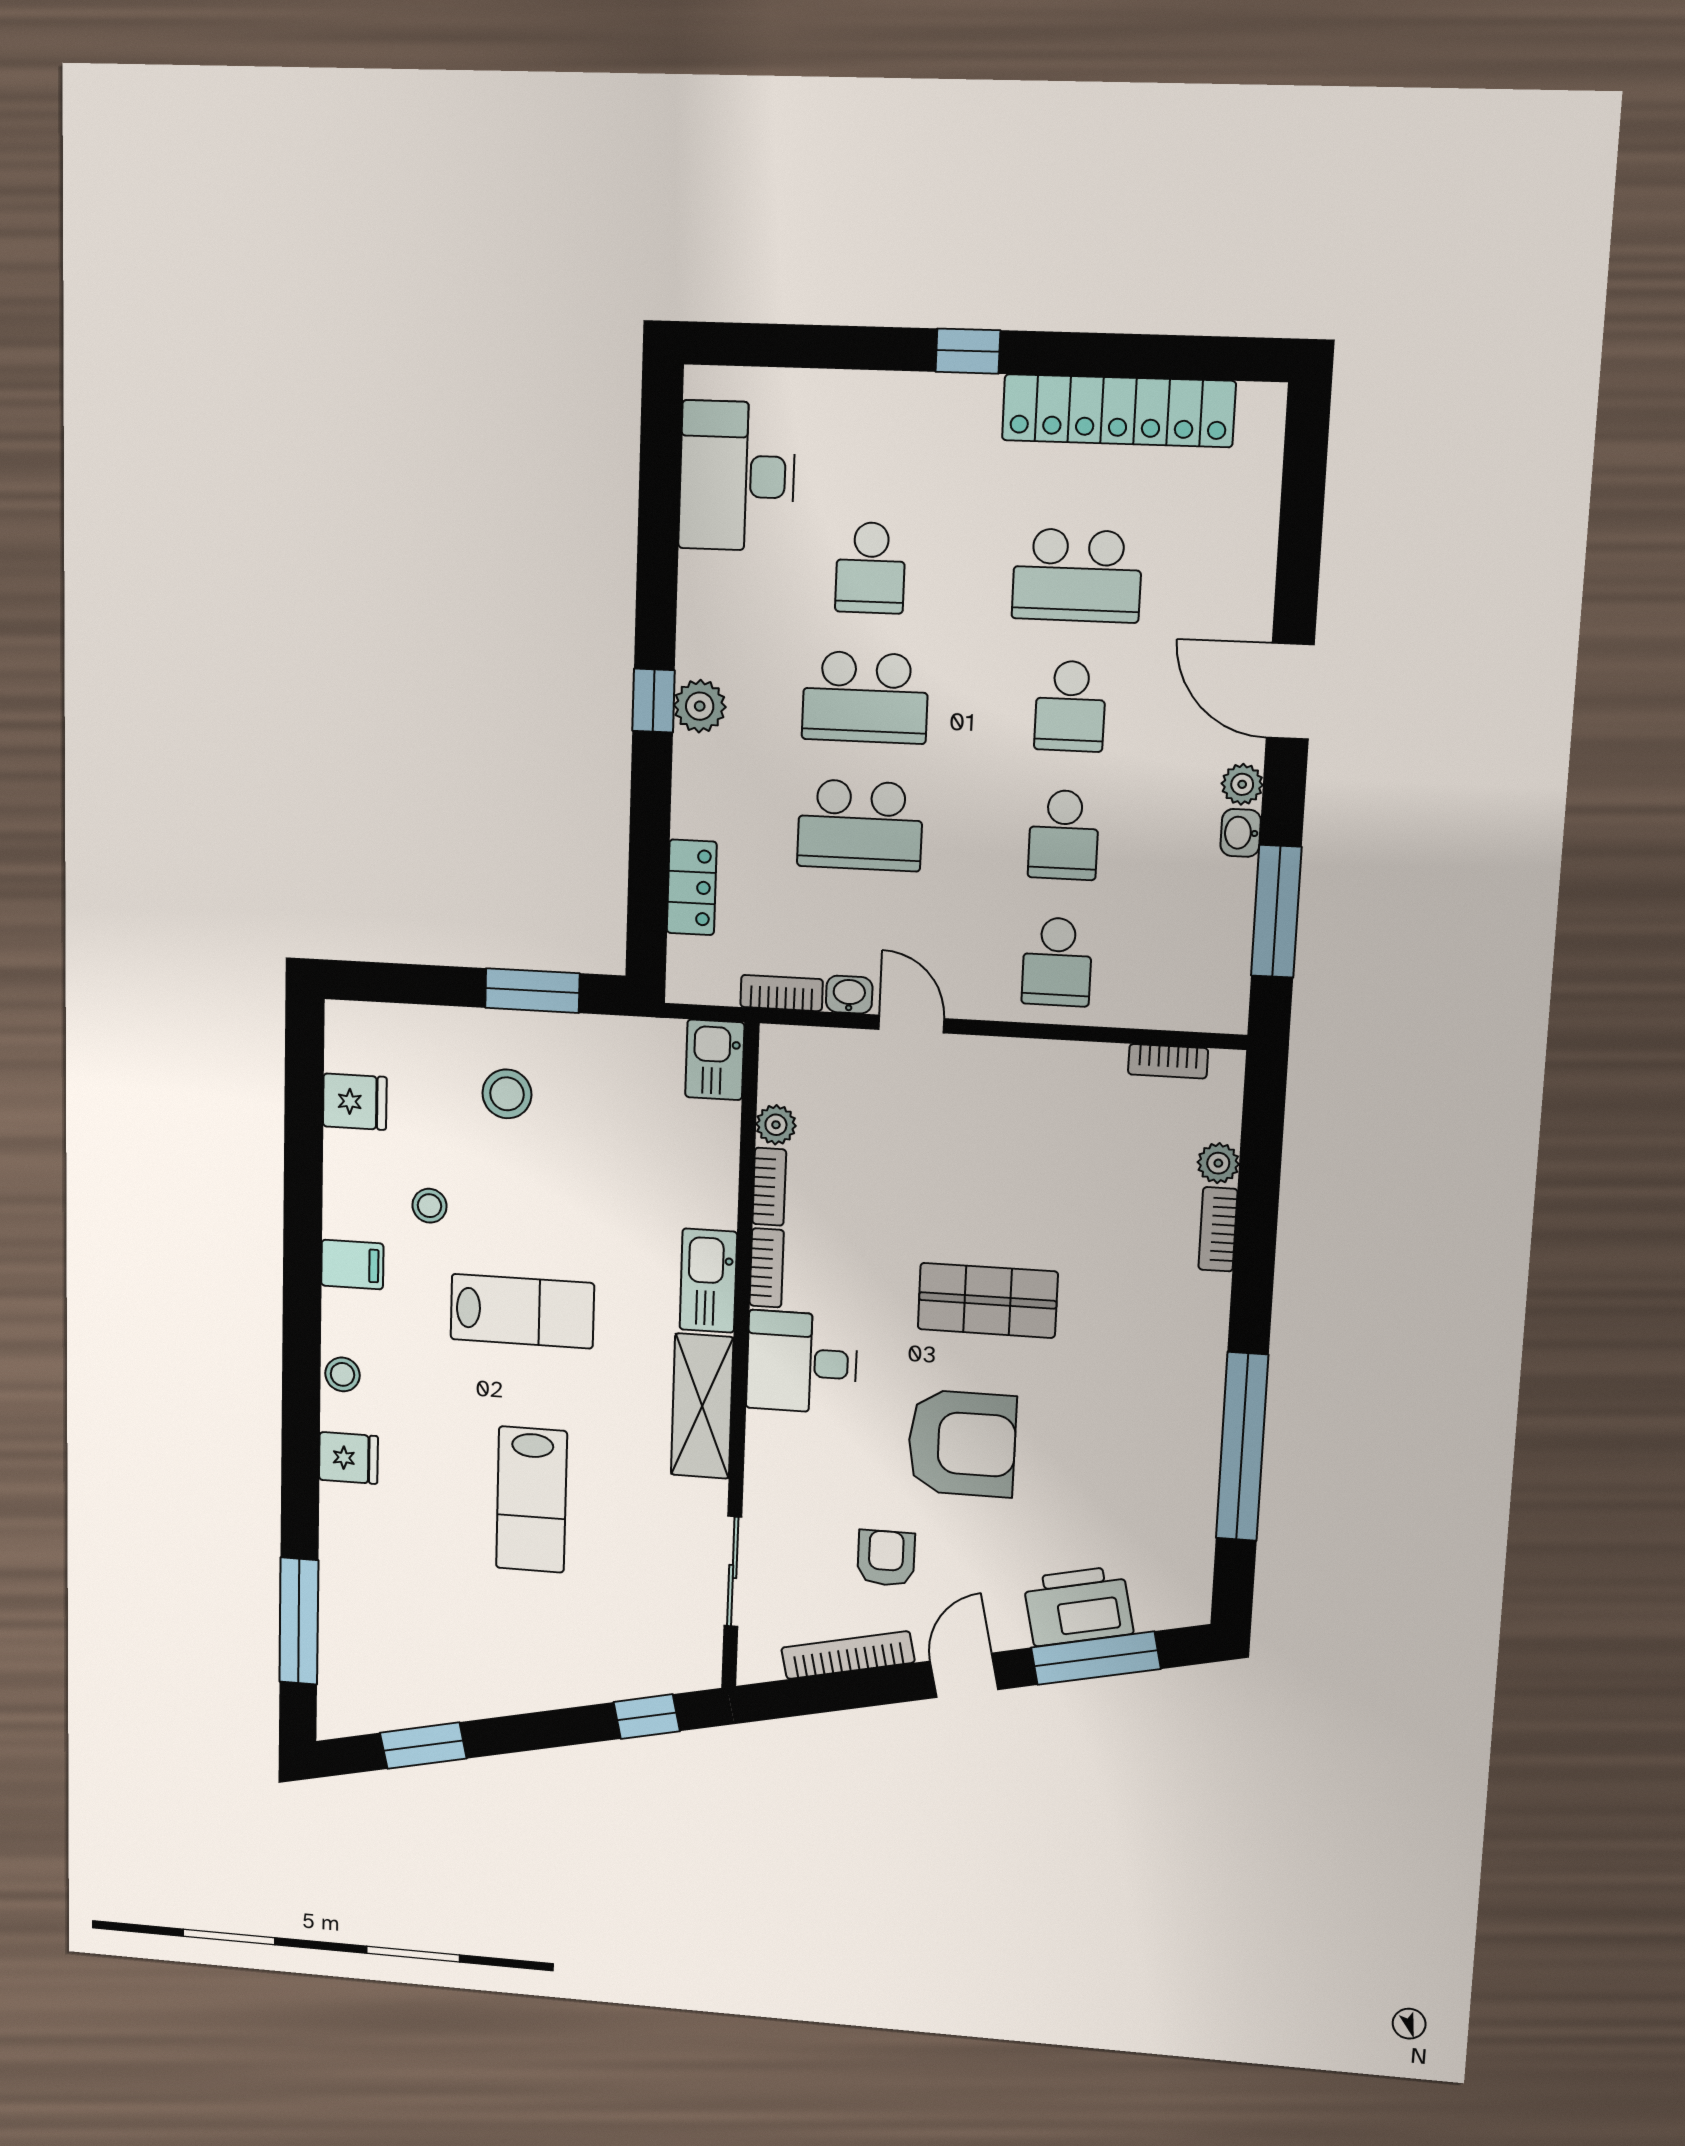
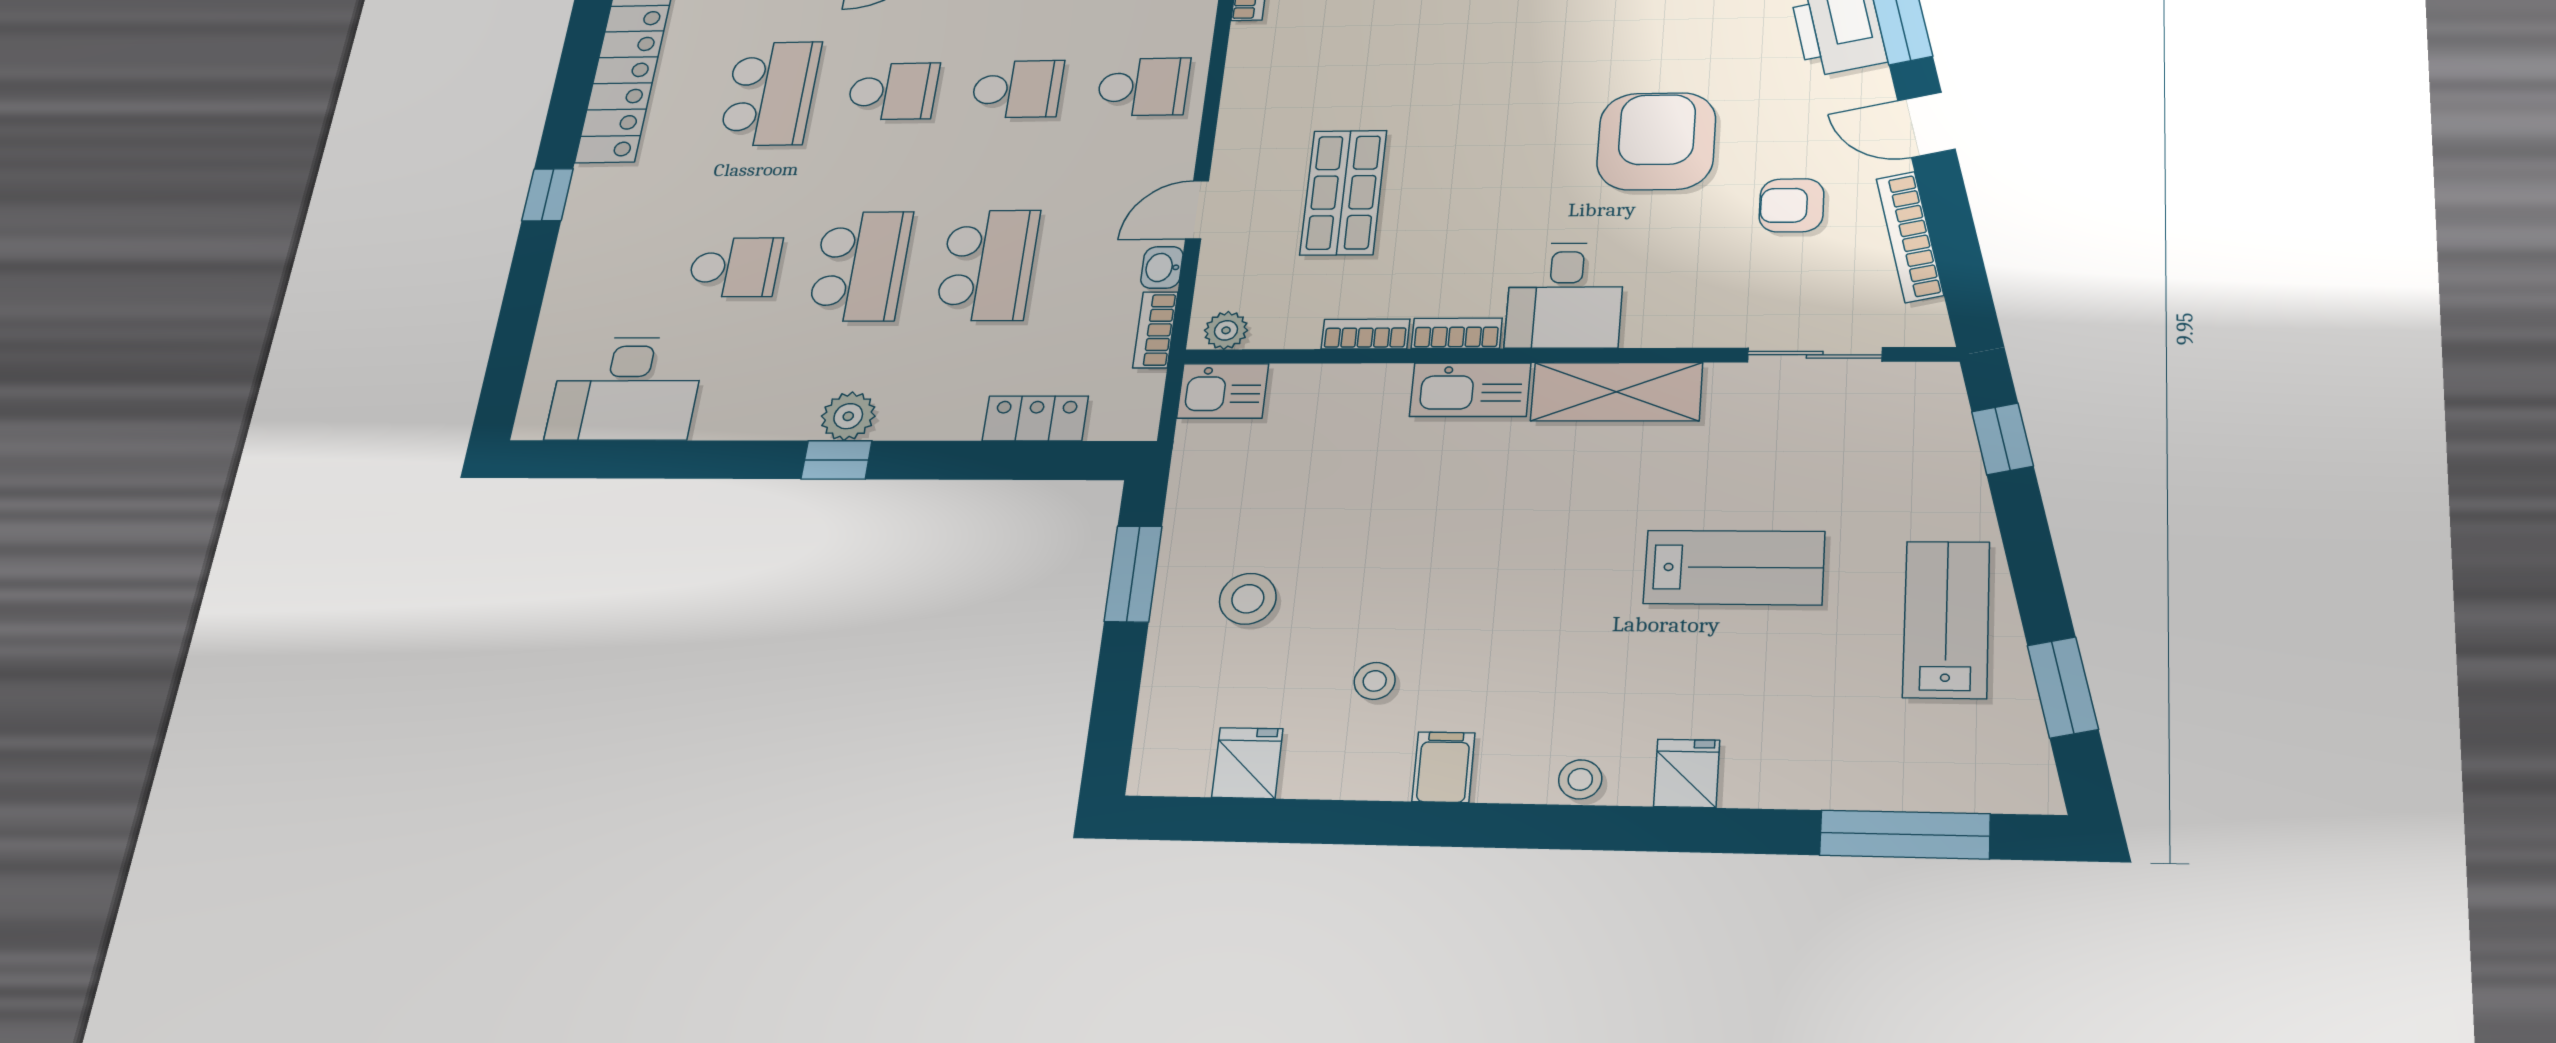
plant: (776, 1125) -> (1226, 330), moved
shop shelf: (988, 1300) -> (1343, 192), moved
lab bench: (522, 1311) -> (1946, 619), moved

